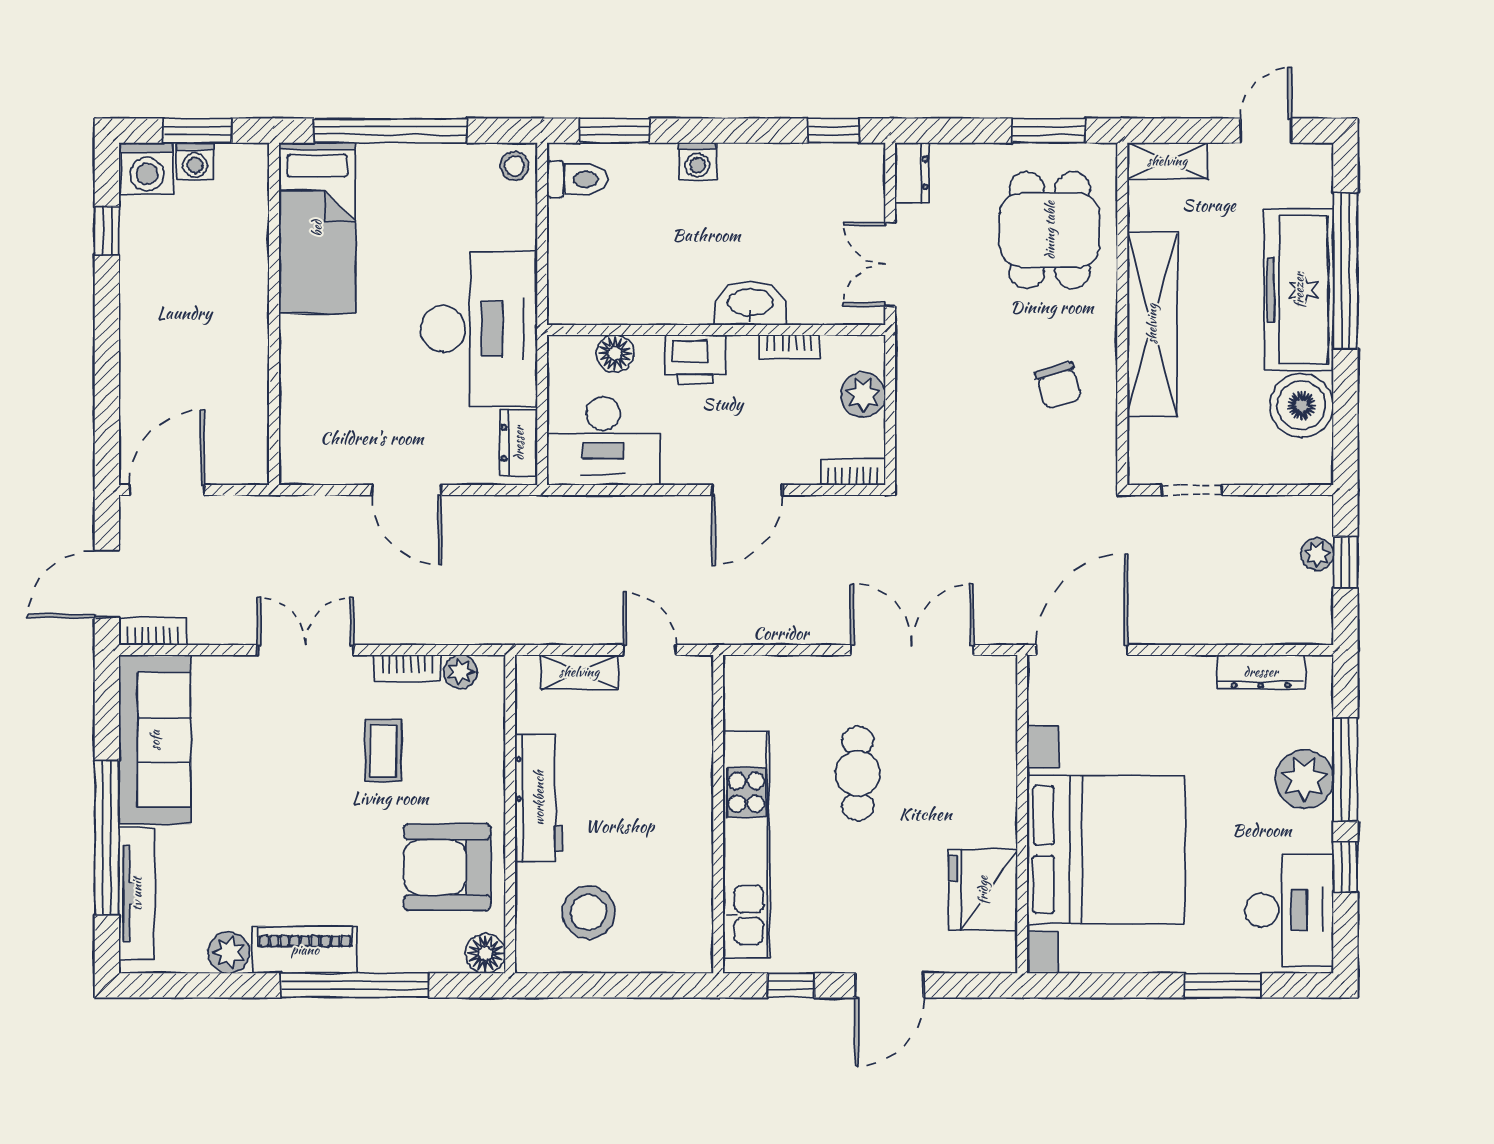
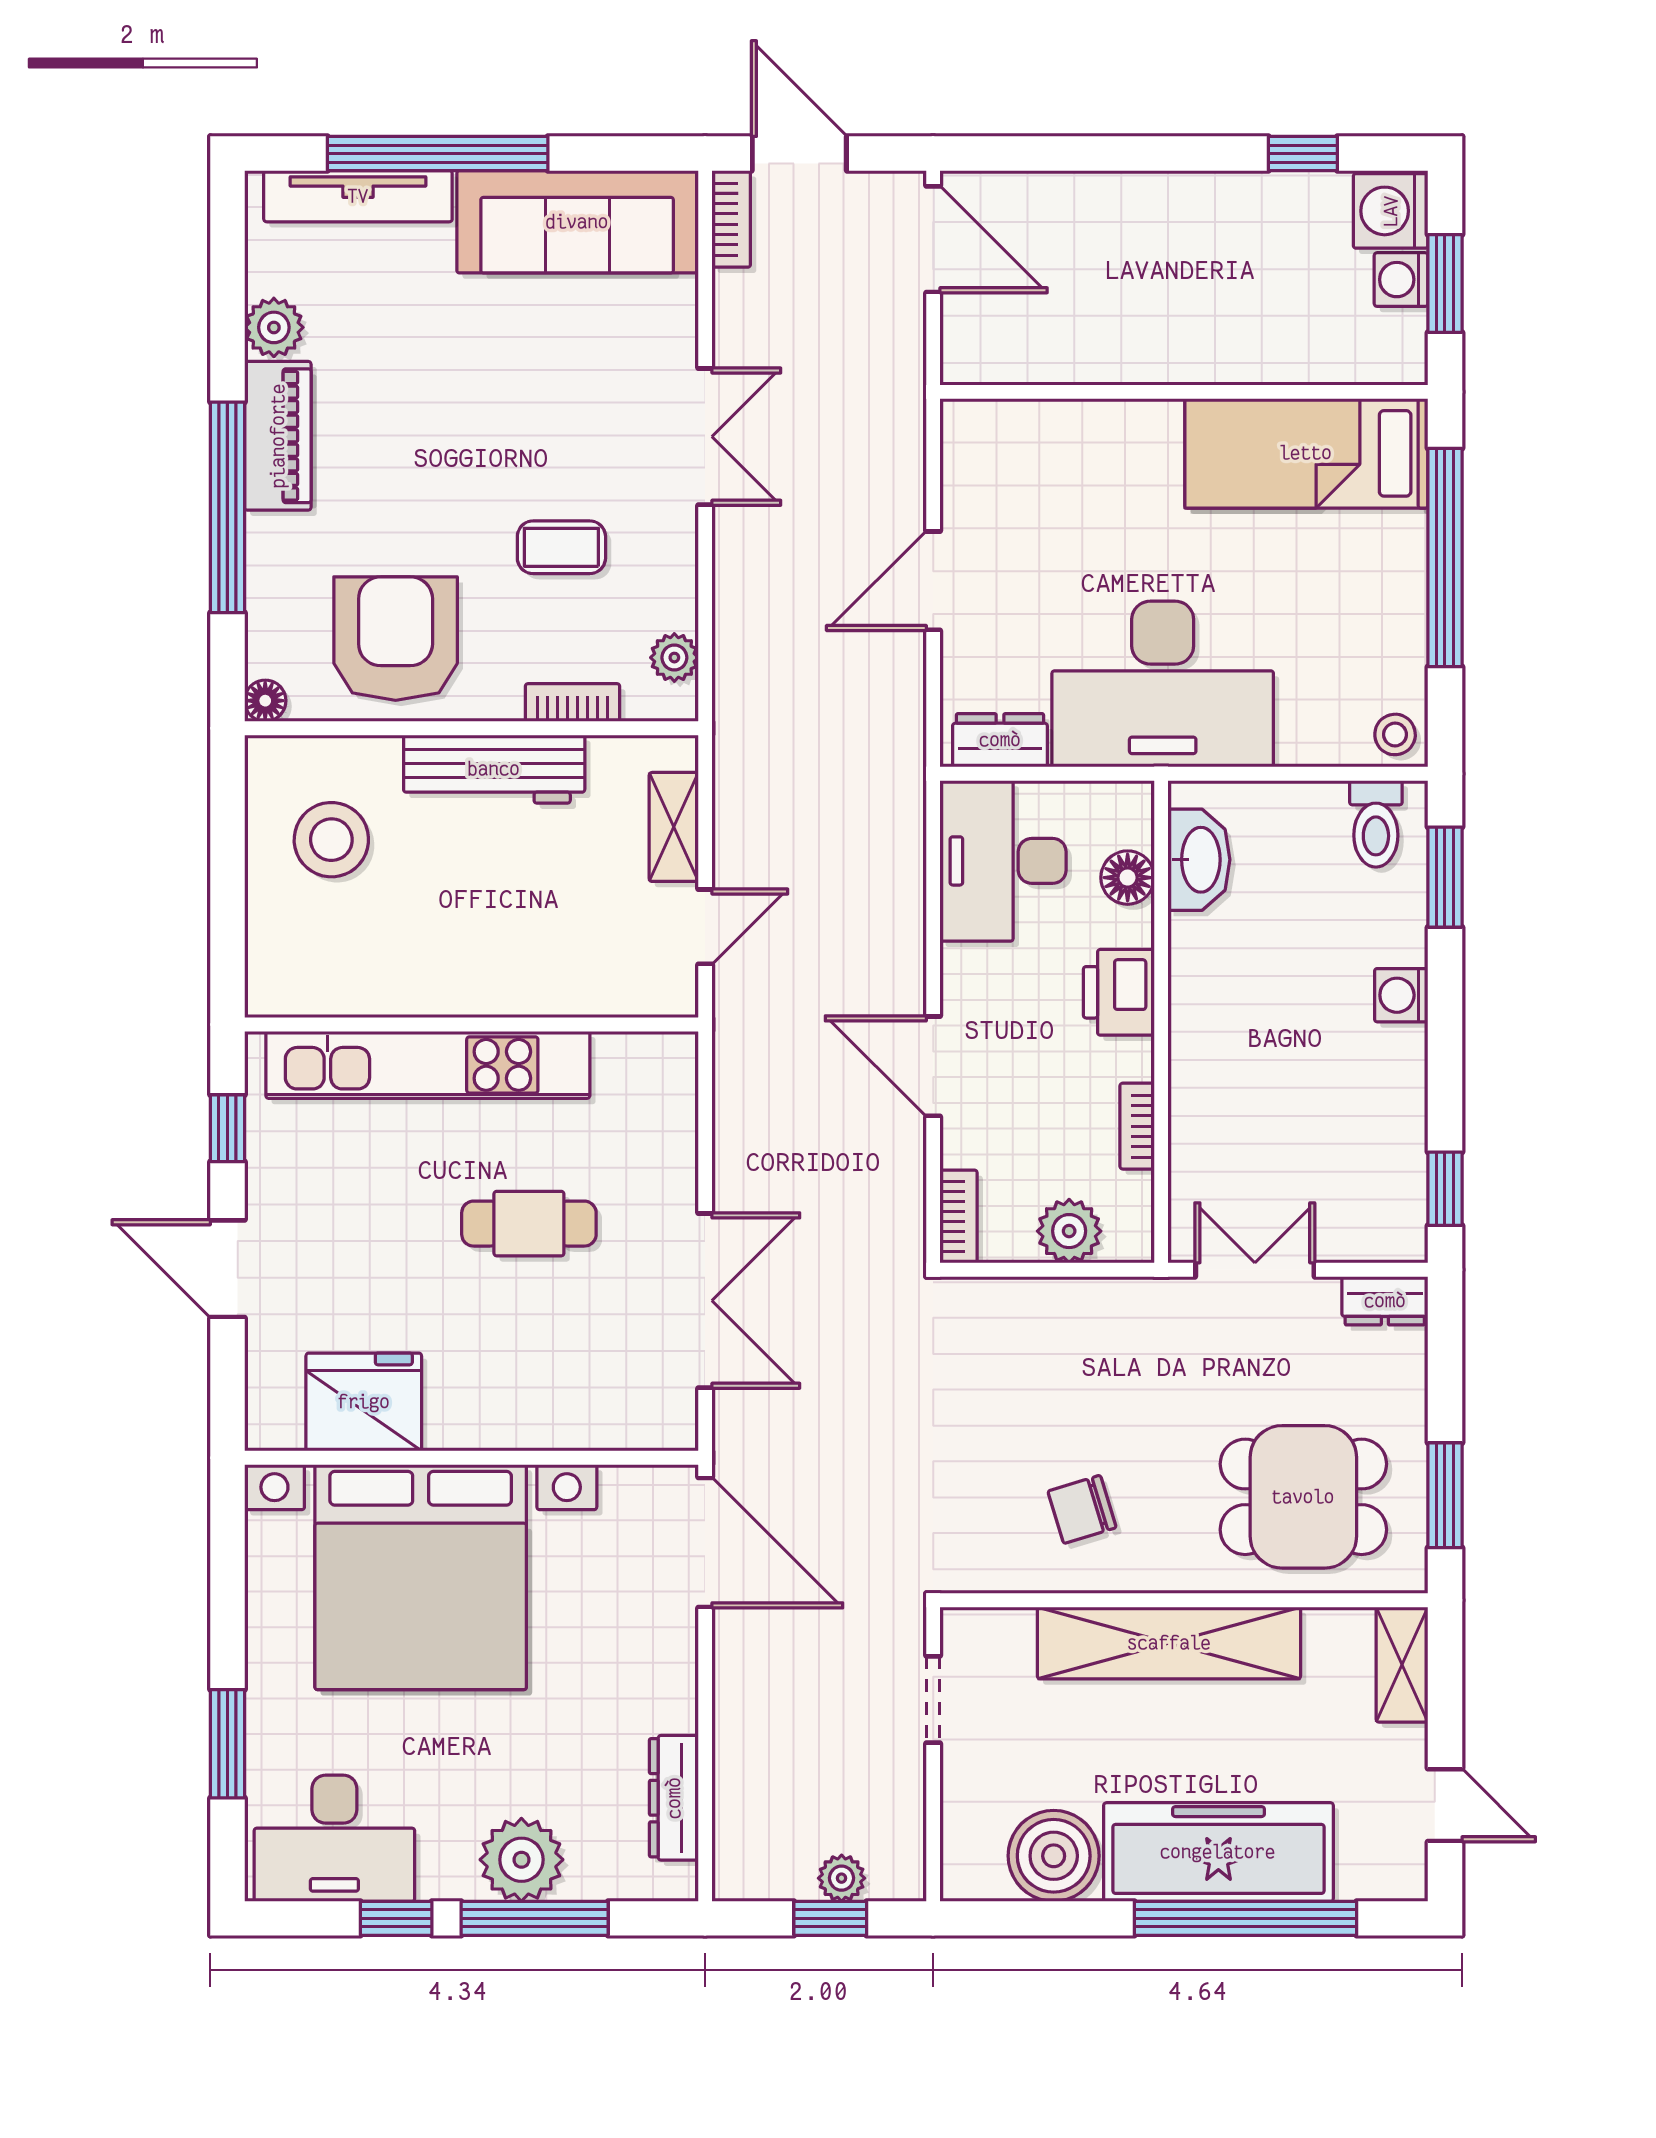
washbasin: (750, 303) -> (1199, 860), moved
bookcase: (407, 668) -> (572, 702), moved, turned 90
floor lamp: (485, 953) -> (265, 701), width x0.73, depth x0.73

